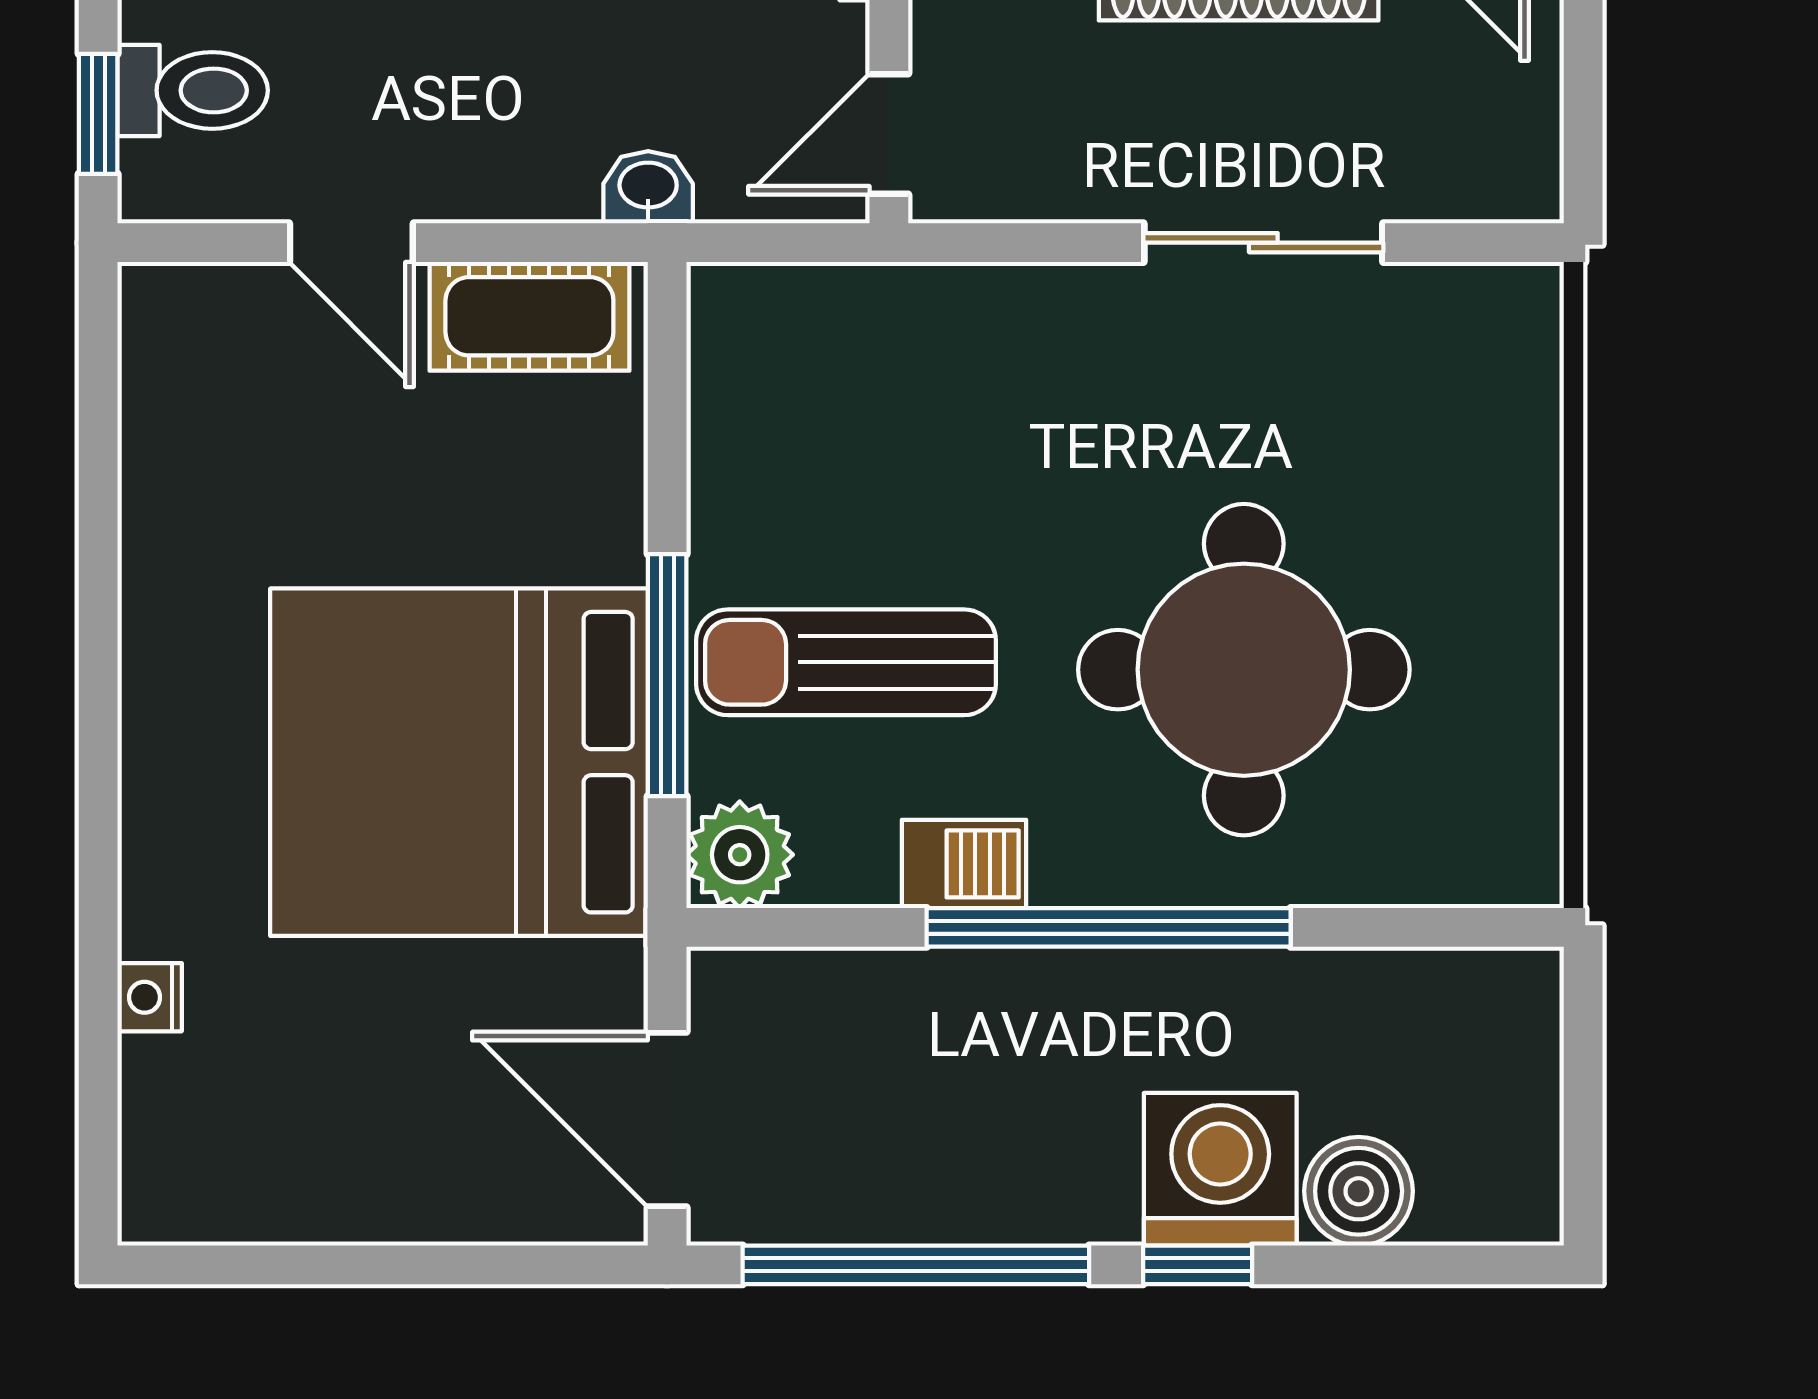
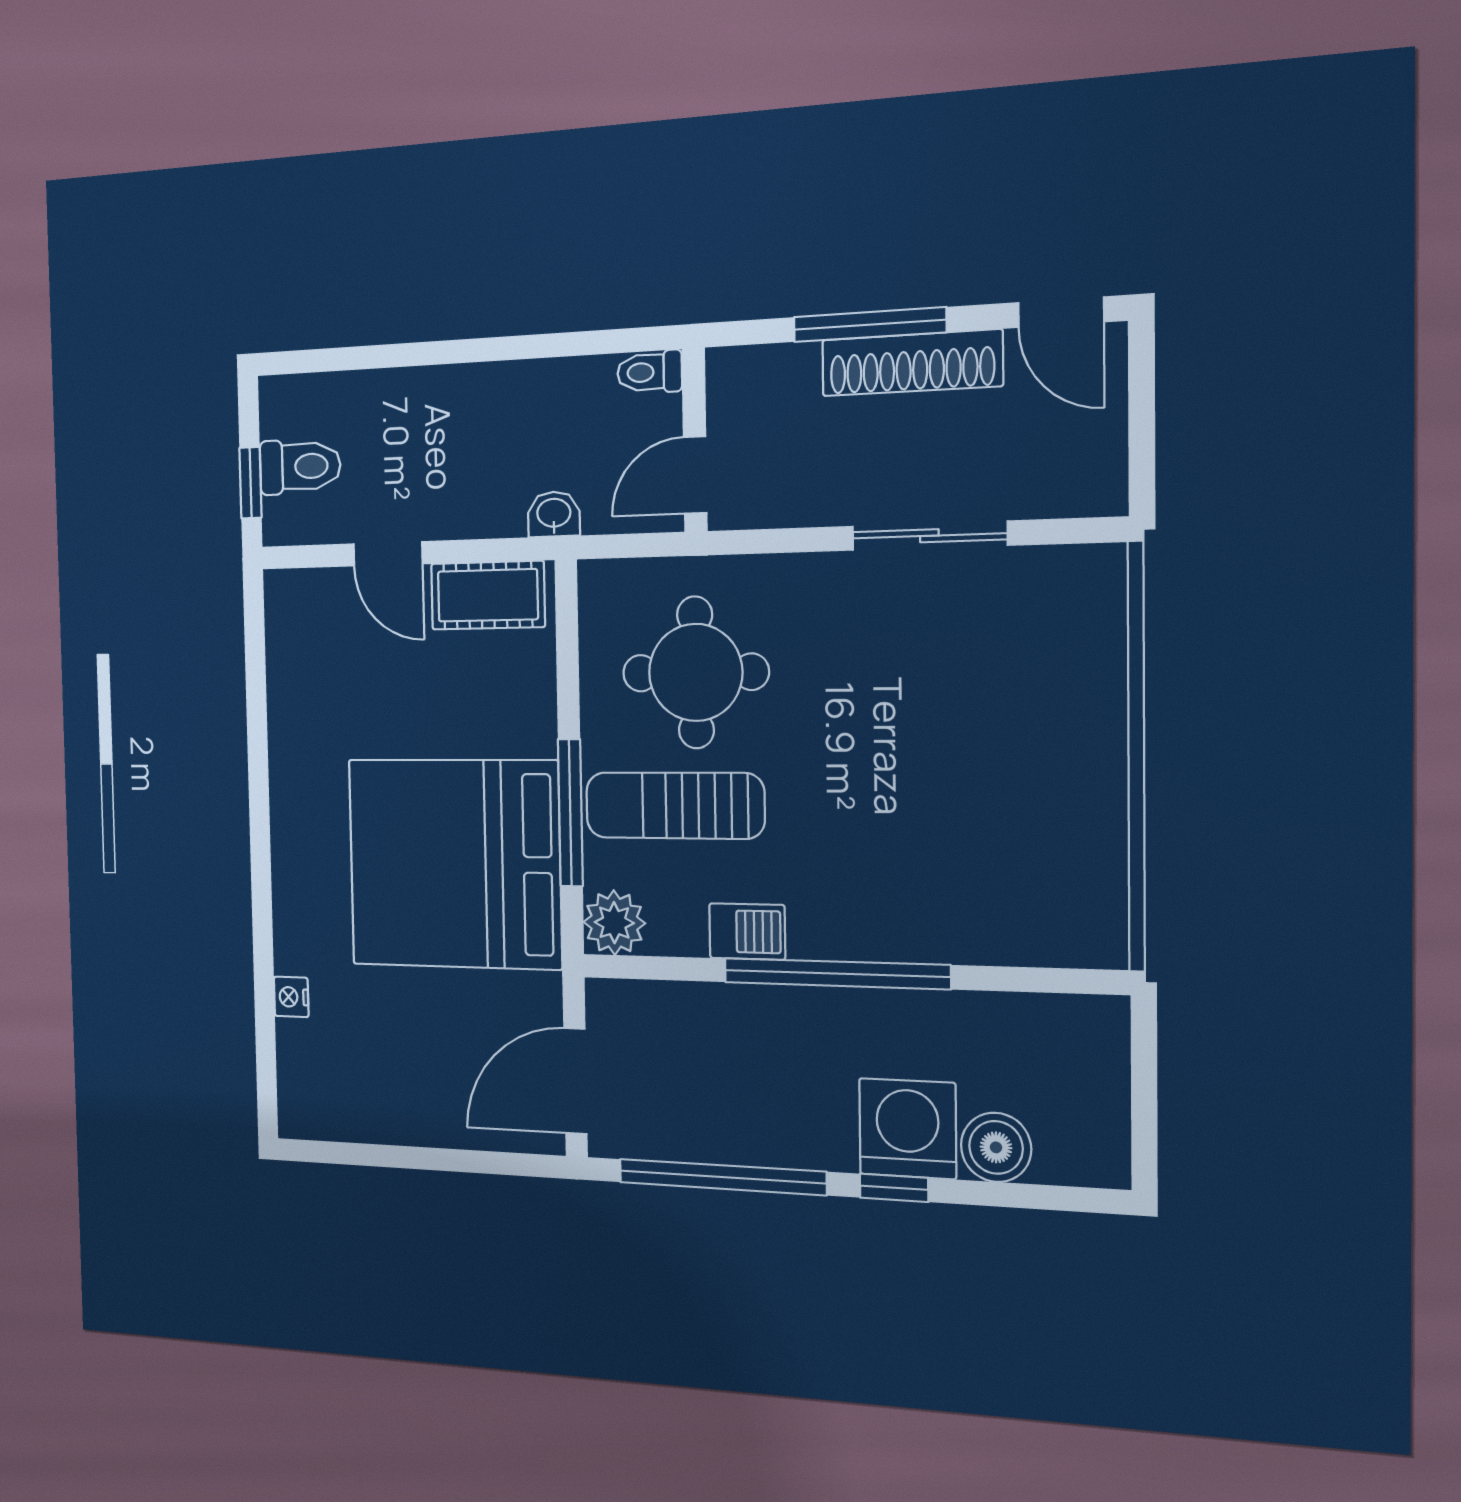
round table: (1244, 670) -> (696, 672), moved, width x0.73, depth x0.73
door: (667, 1119) -> (575, 1081), hinge flipped

